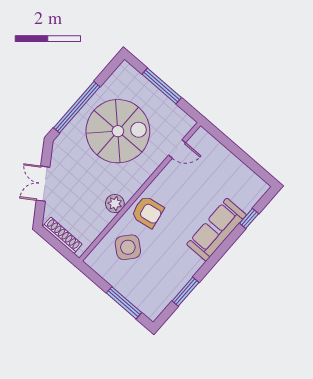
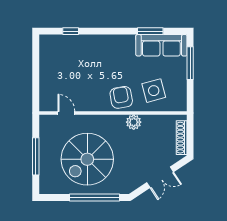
spiral stairs: (118, 131) -> (87, 159), turned -90
sofa: (217, 230) -> (161, 45), moved
side table: (128, 247) -> (154, 91), turned 35

